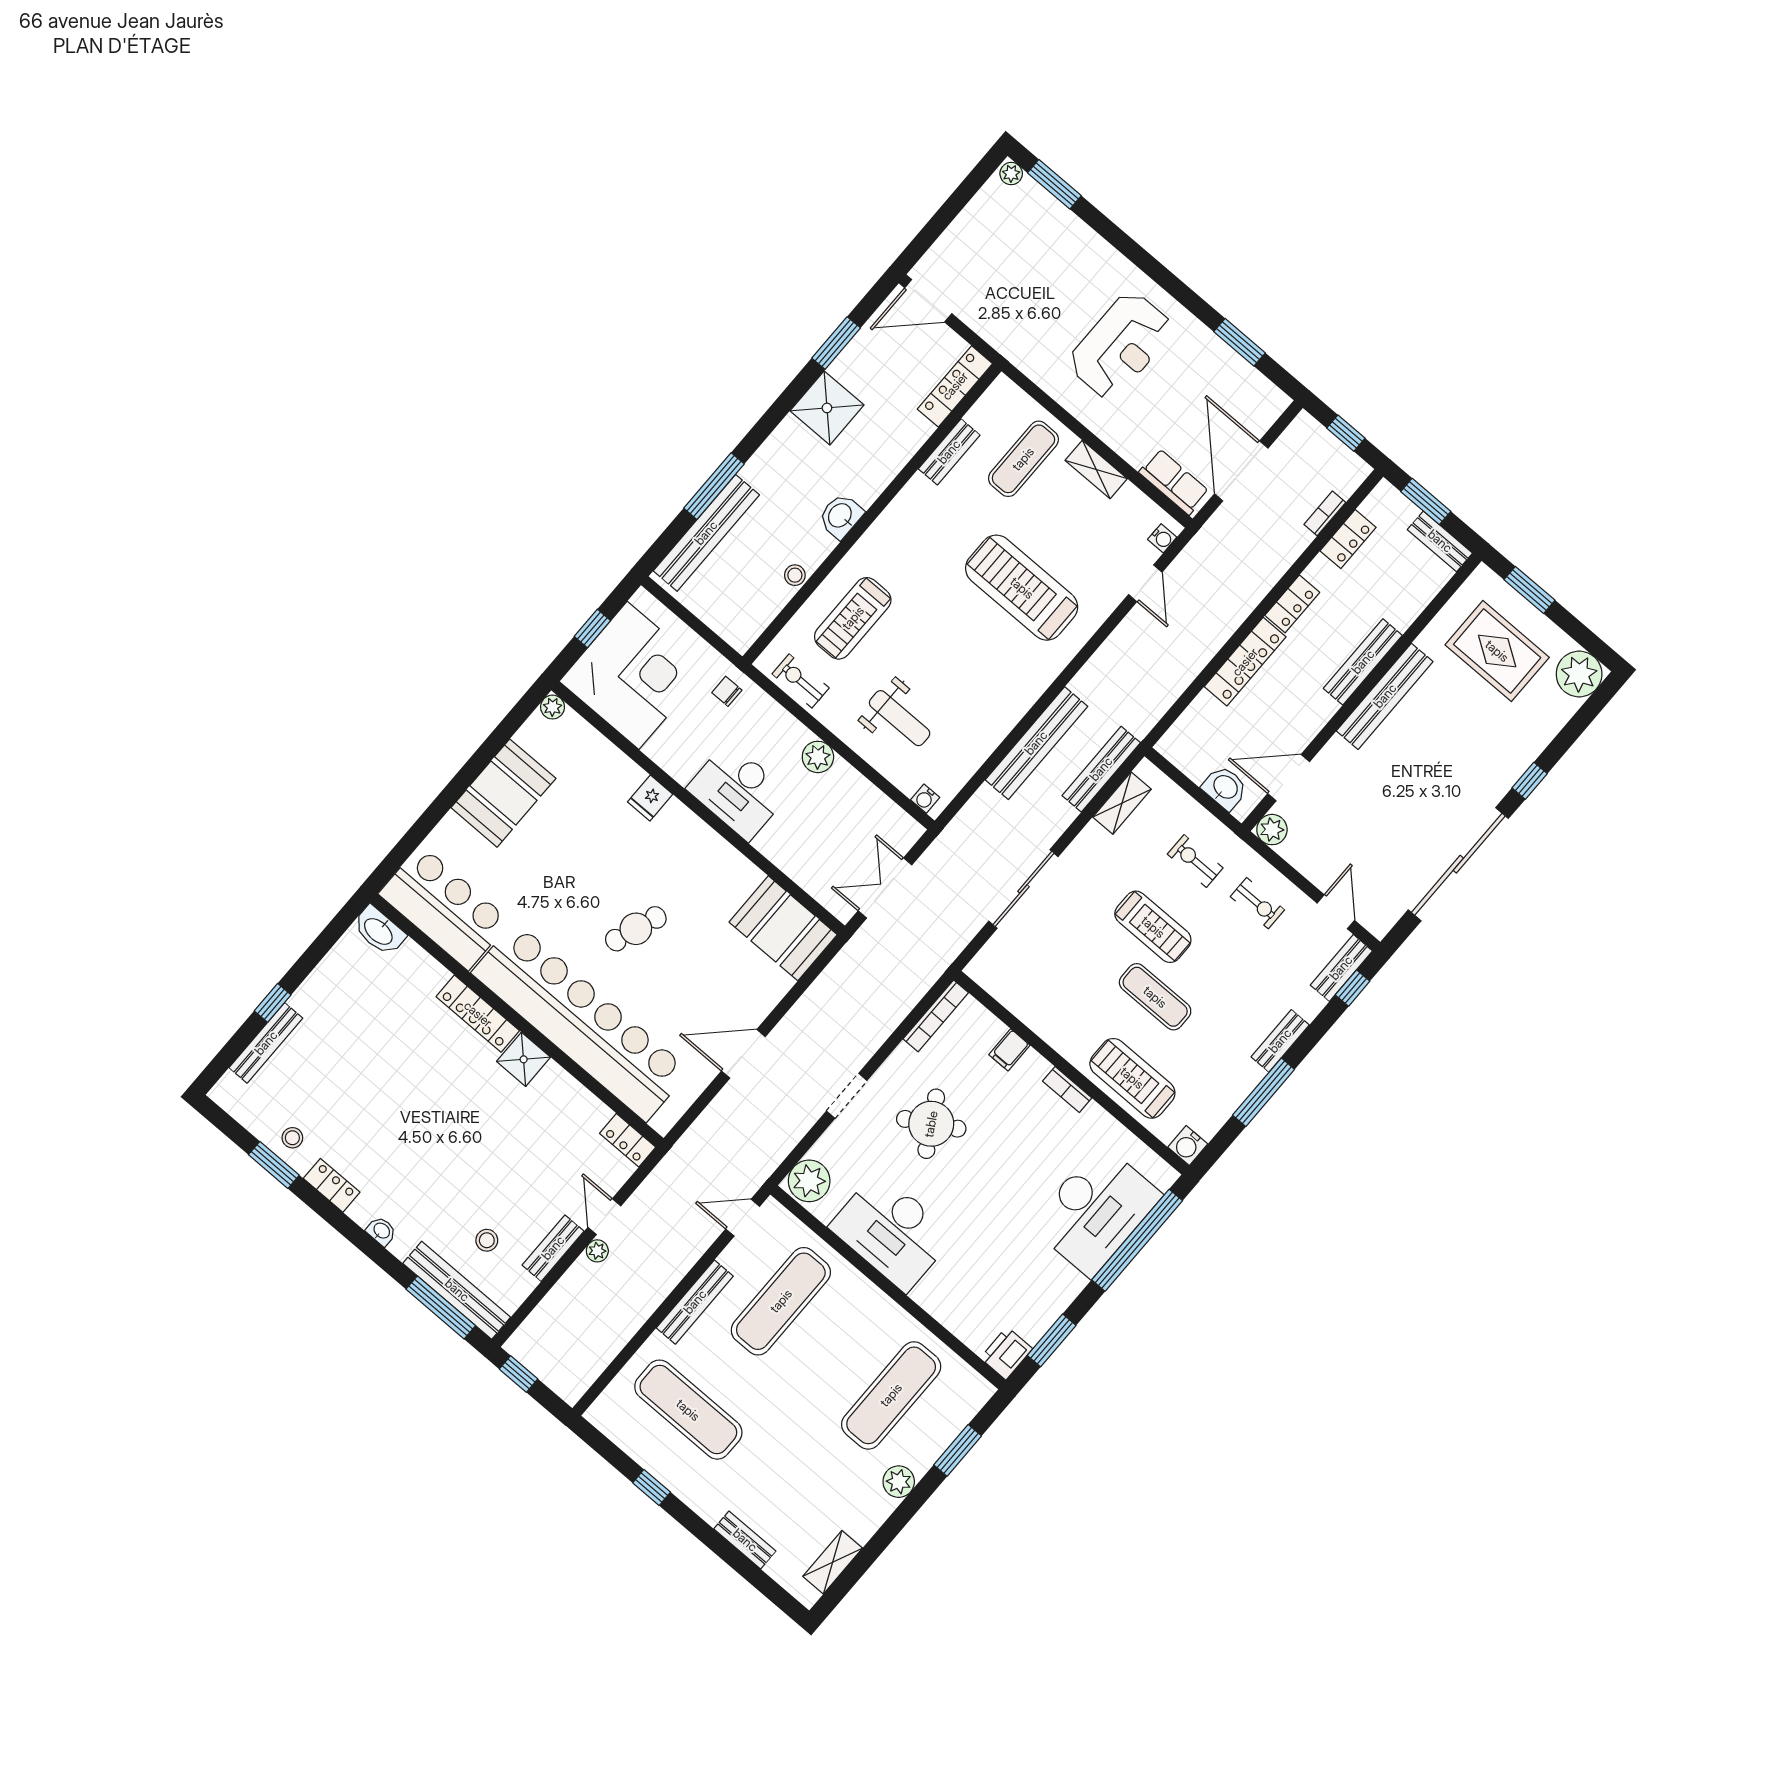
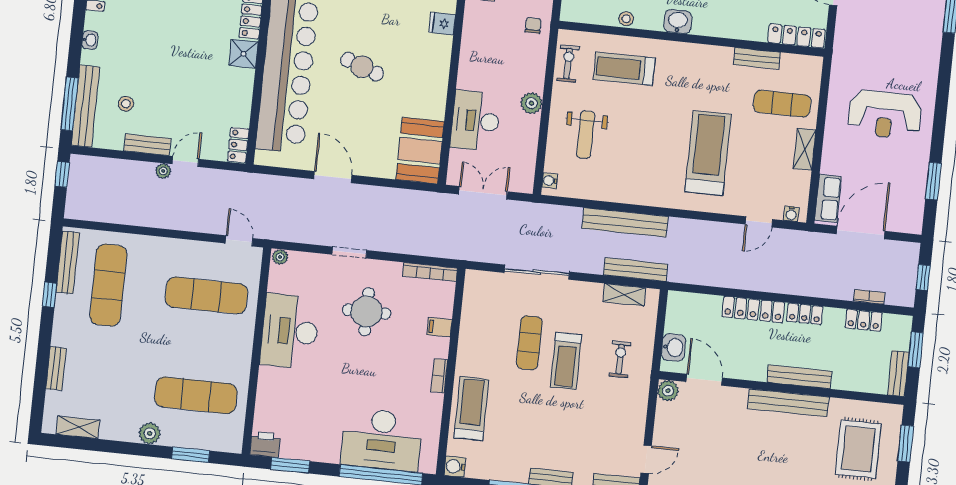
desk: (738, 791) -> (475, 121), moved
exercise bike: (1257, 903) -> (620, 411), removed
exercise mat: (1155, 997) -> (529, 343), moved
round table: (931, 1124) -> (367, 312), turned 30
plant: (809, 1181) -> (280, 257), width x0.53, depth x0.53
bench: (695, 1302) -> (68, 262), moved, turned 90

